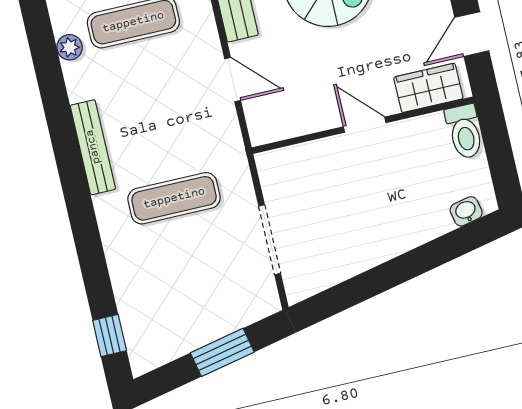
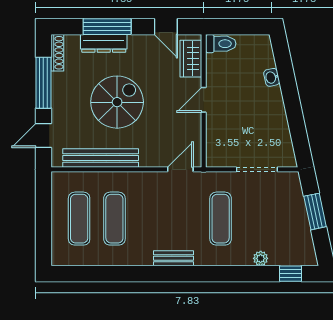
plant: (70, 47) -> (261, 258), moved
door: (233, 80) -> (180, 169), moved
bench: (93, 147) -> (173, 258), width x0.73
washbasin: (466, 211) -> (272, 77), moved

